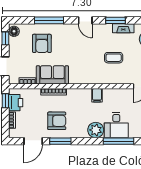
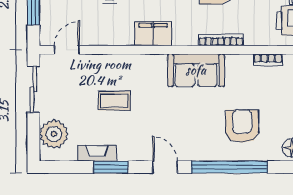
window: (49, 20) -> (229, 167), width x1.46
sofa: (52, 75) -> (196, 70), moved
filing cabinet: (97, 95) -> (153, 34), width x2.00

